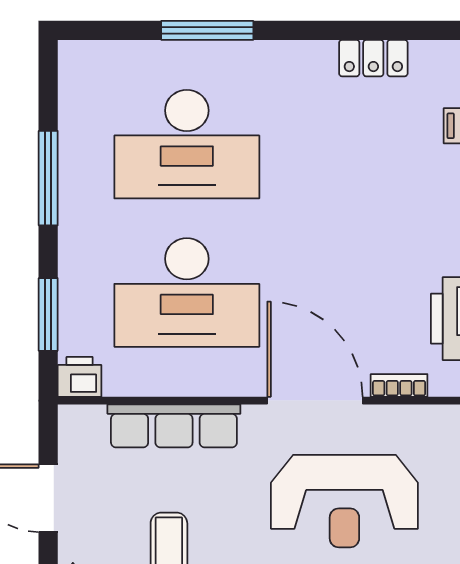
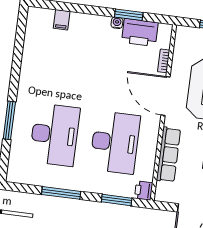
locker: (373, 58) -> (29, 54), removed
door: (315, 401) -> (166, 96), hinge flipped

